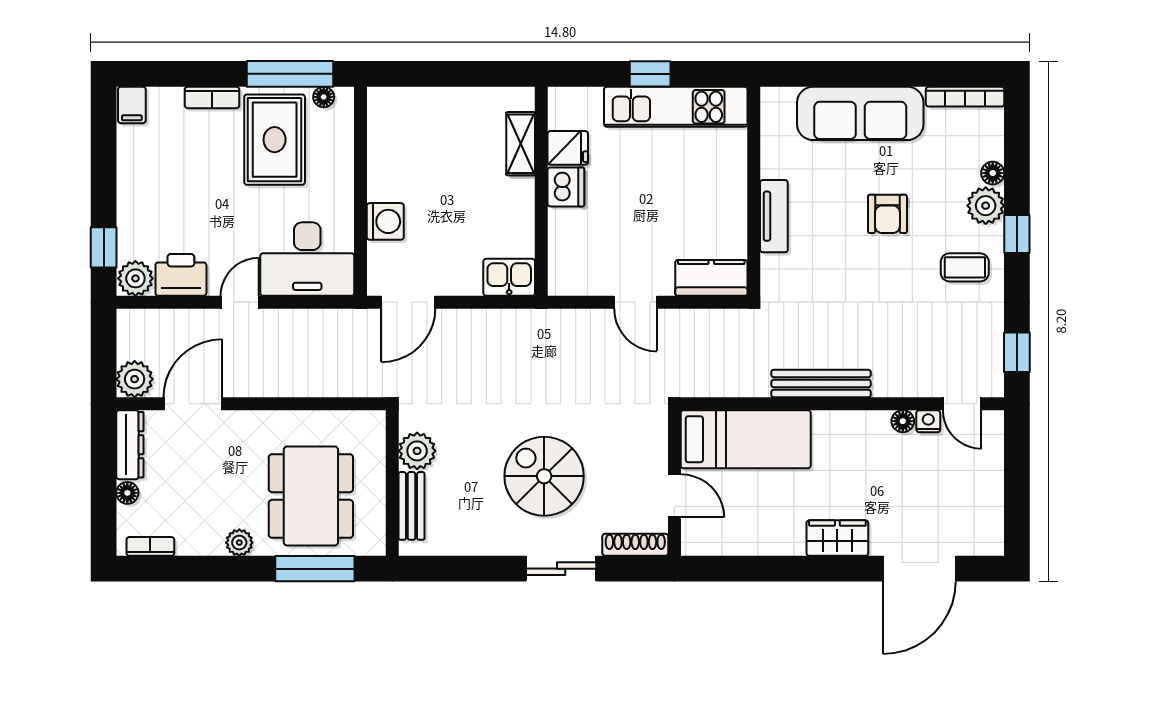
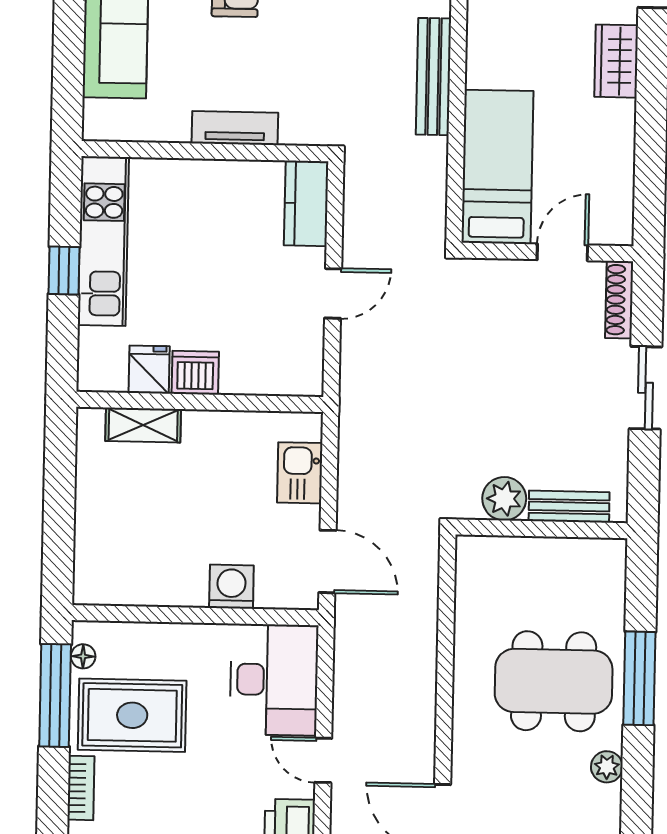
kitchen sink: (509, 277) -> (300, 473), moved
plant: (417, 451) -> (504, 499), moved
spiral stairs: (544, 476) -> (536, 406), removed
wall: (392, 483) -> (541, 529), moved
bench: (412, 506) -> (569, 507), moved

